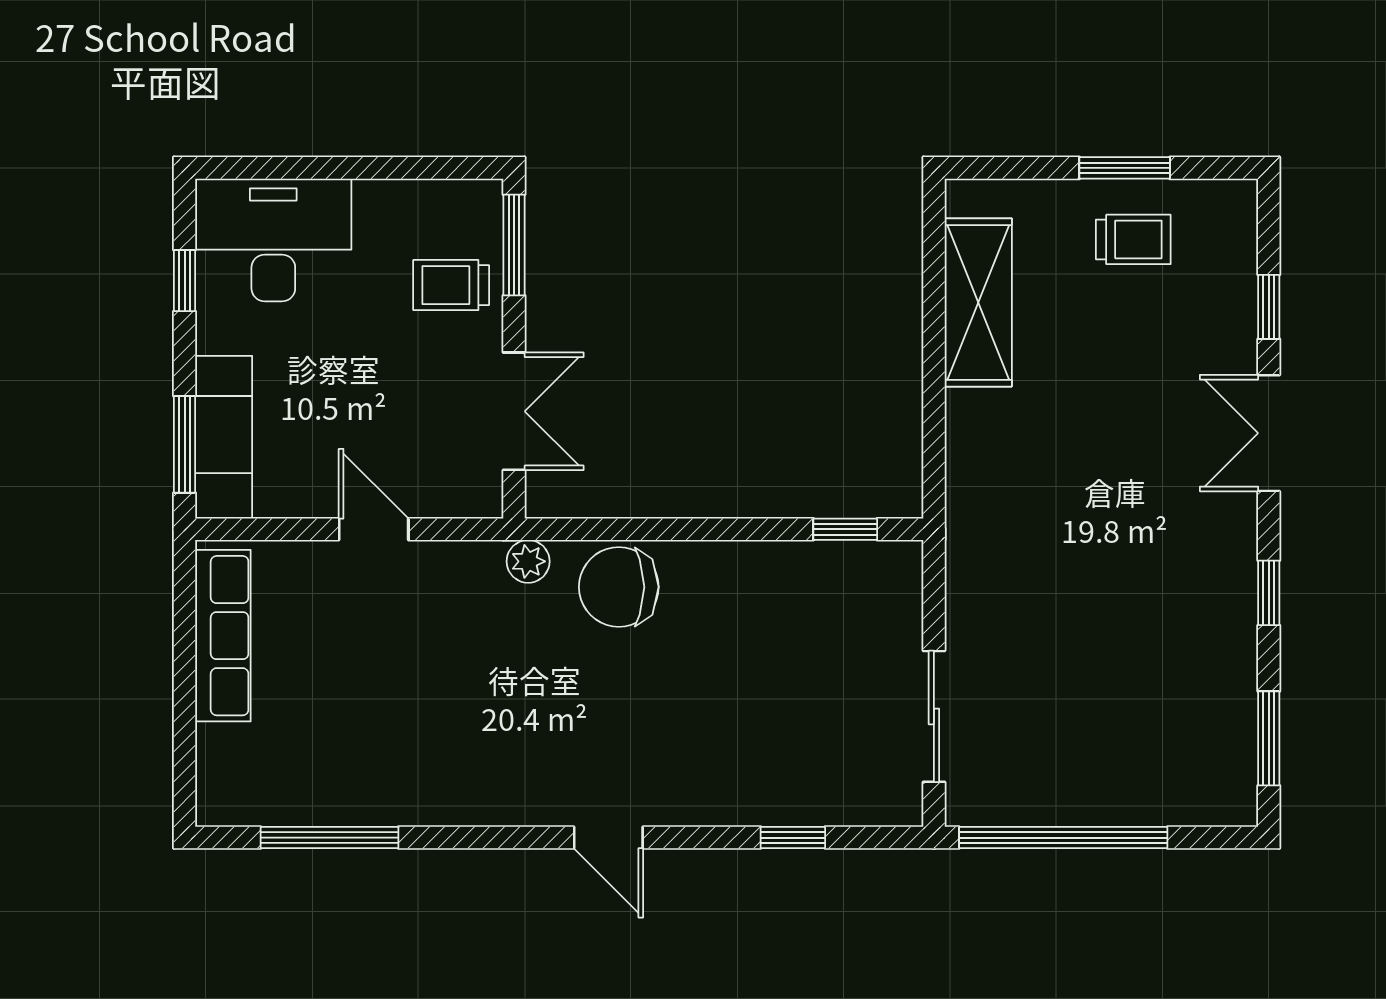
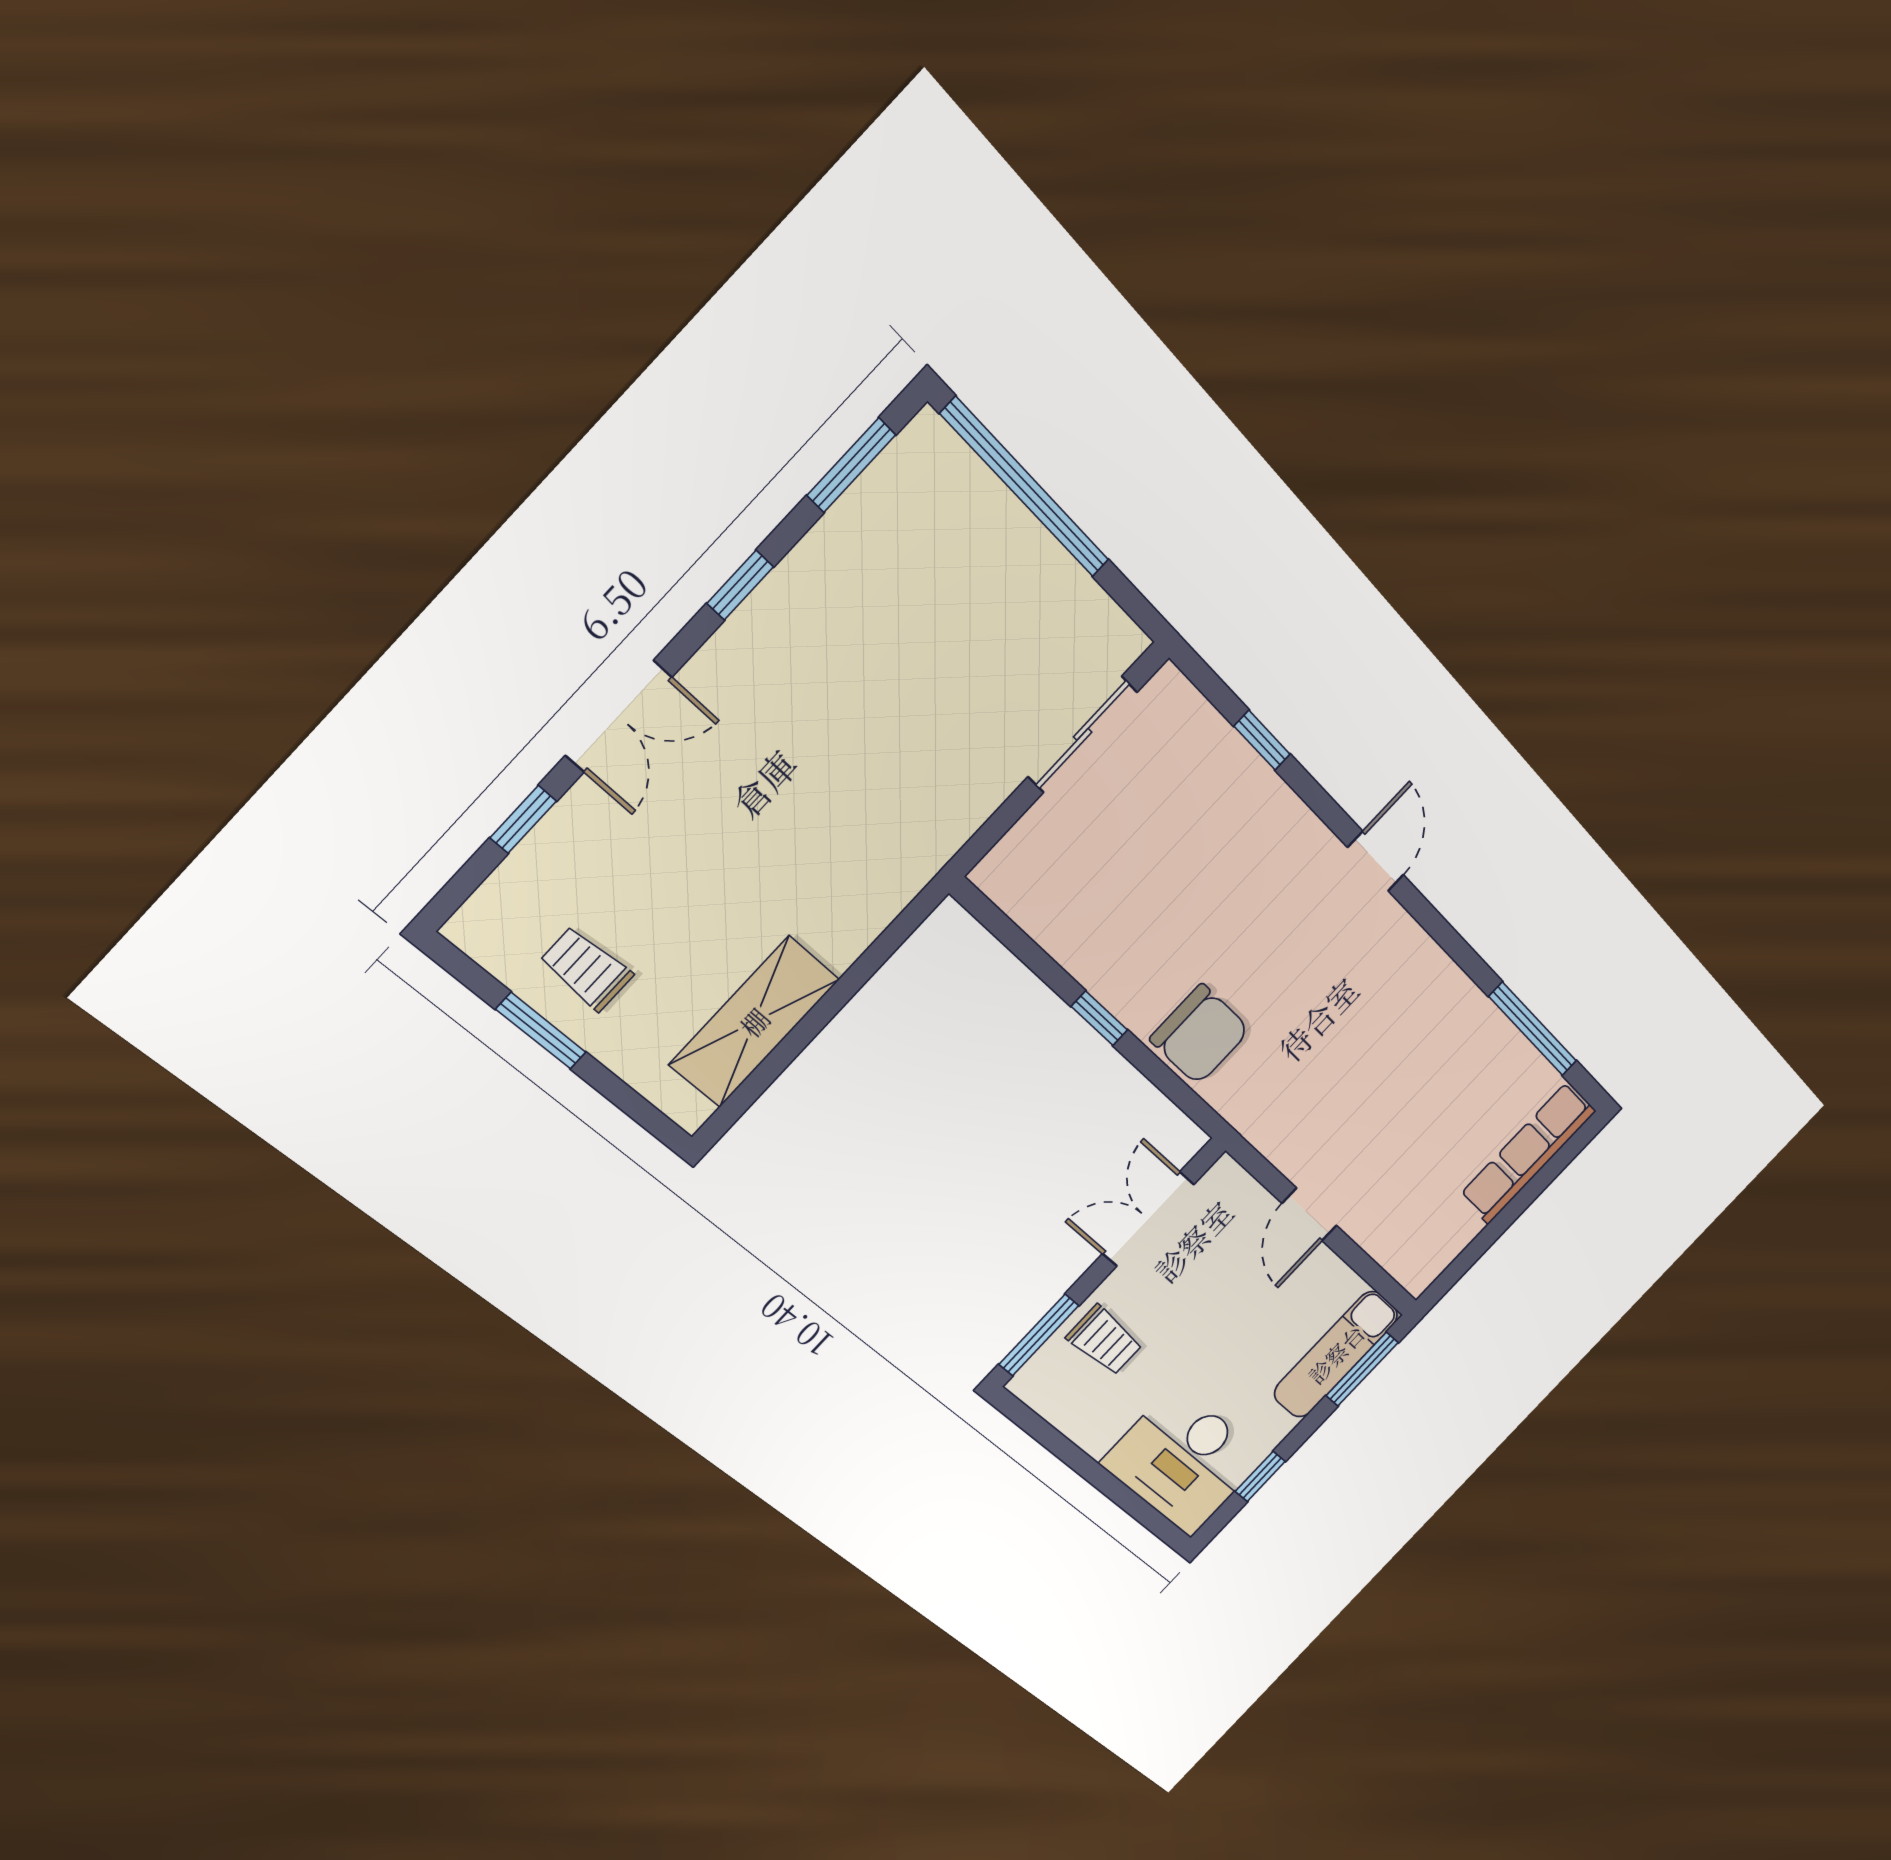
window: (845, 529) -> (1099, 1018), moved
plant: (528, 561) -> (1239, 1106), removed
row of seats: (223, 636) -> (1528, 1153), moved
window: (1063, 838) -> (1026, 488), moved

